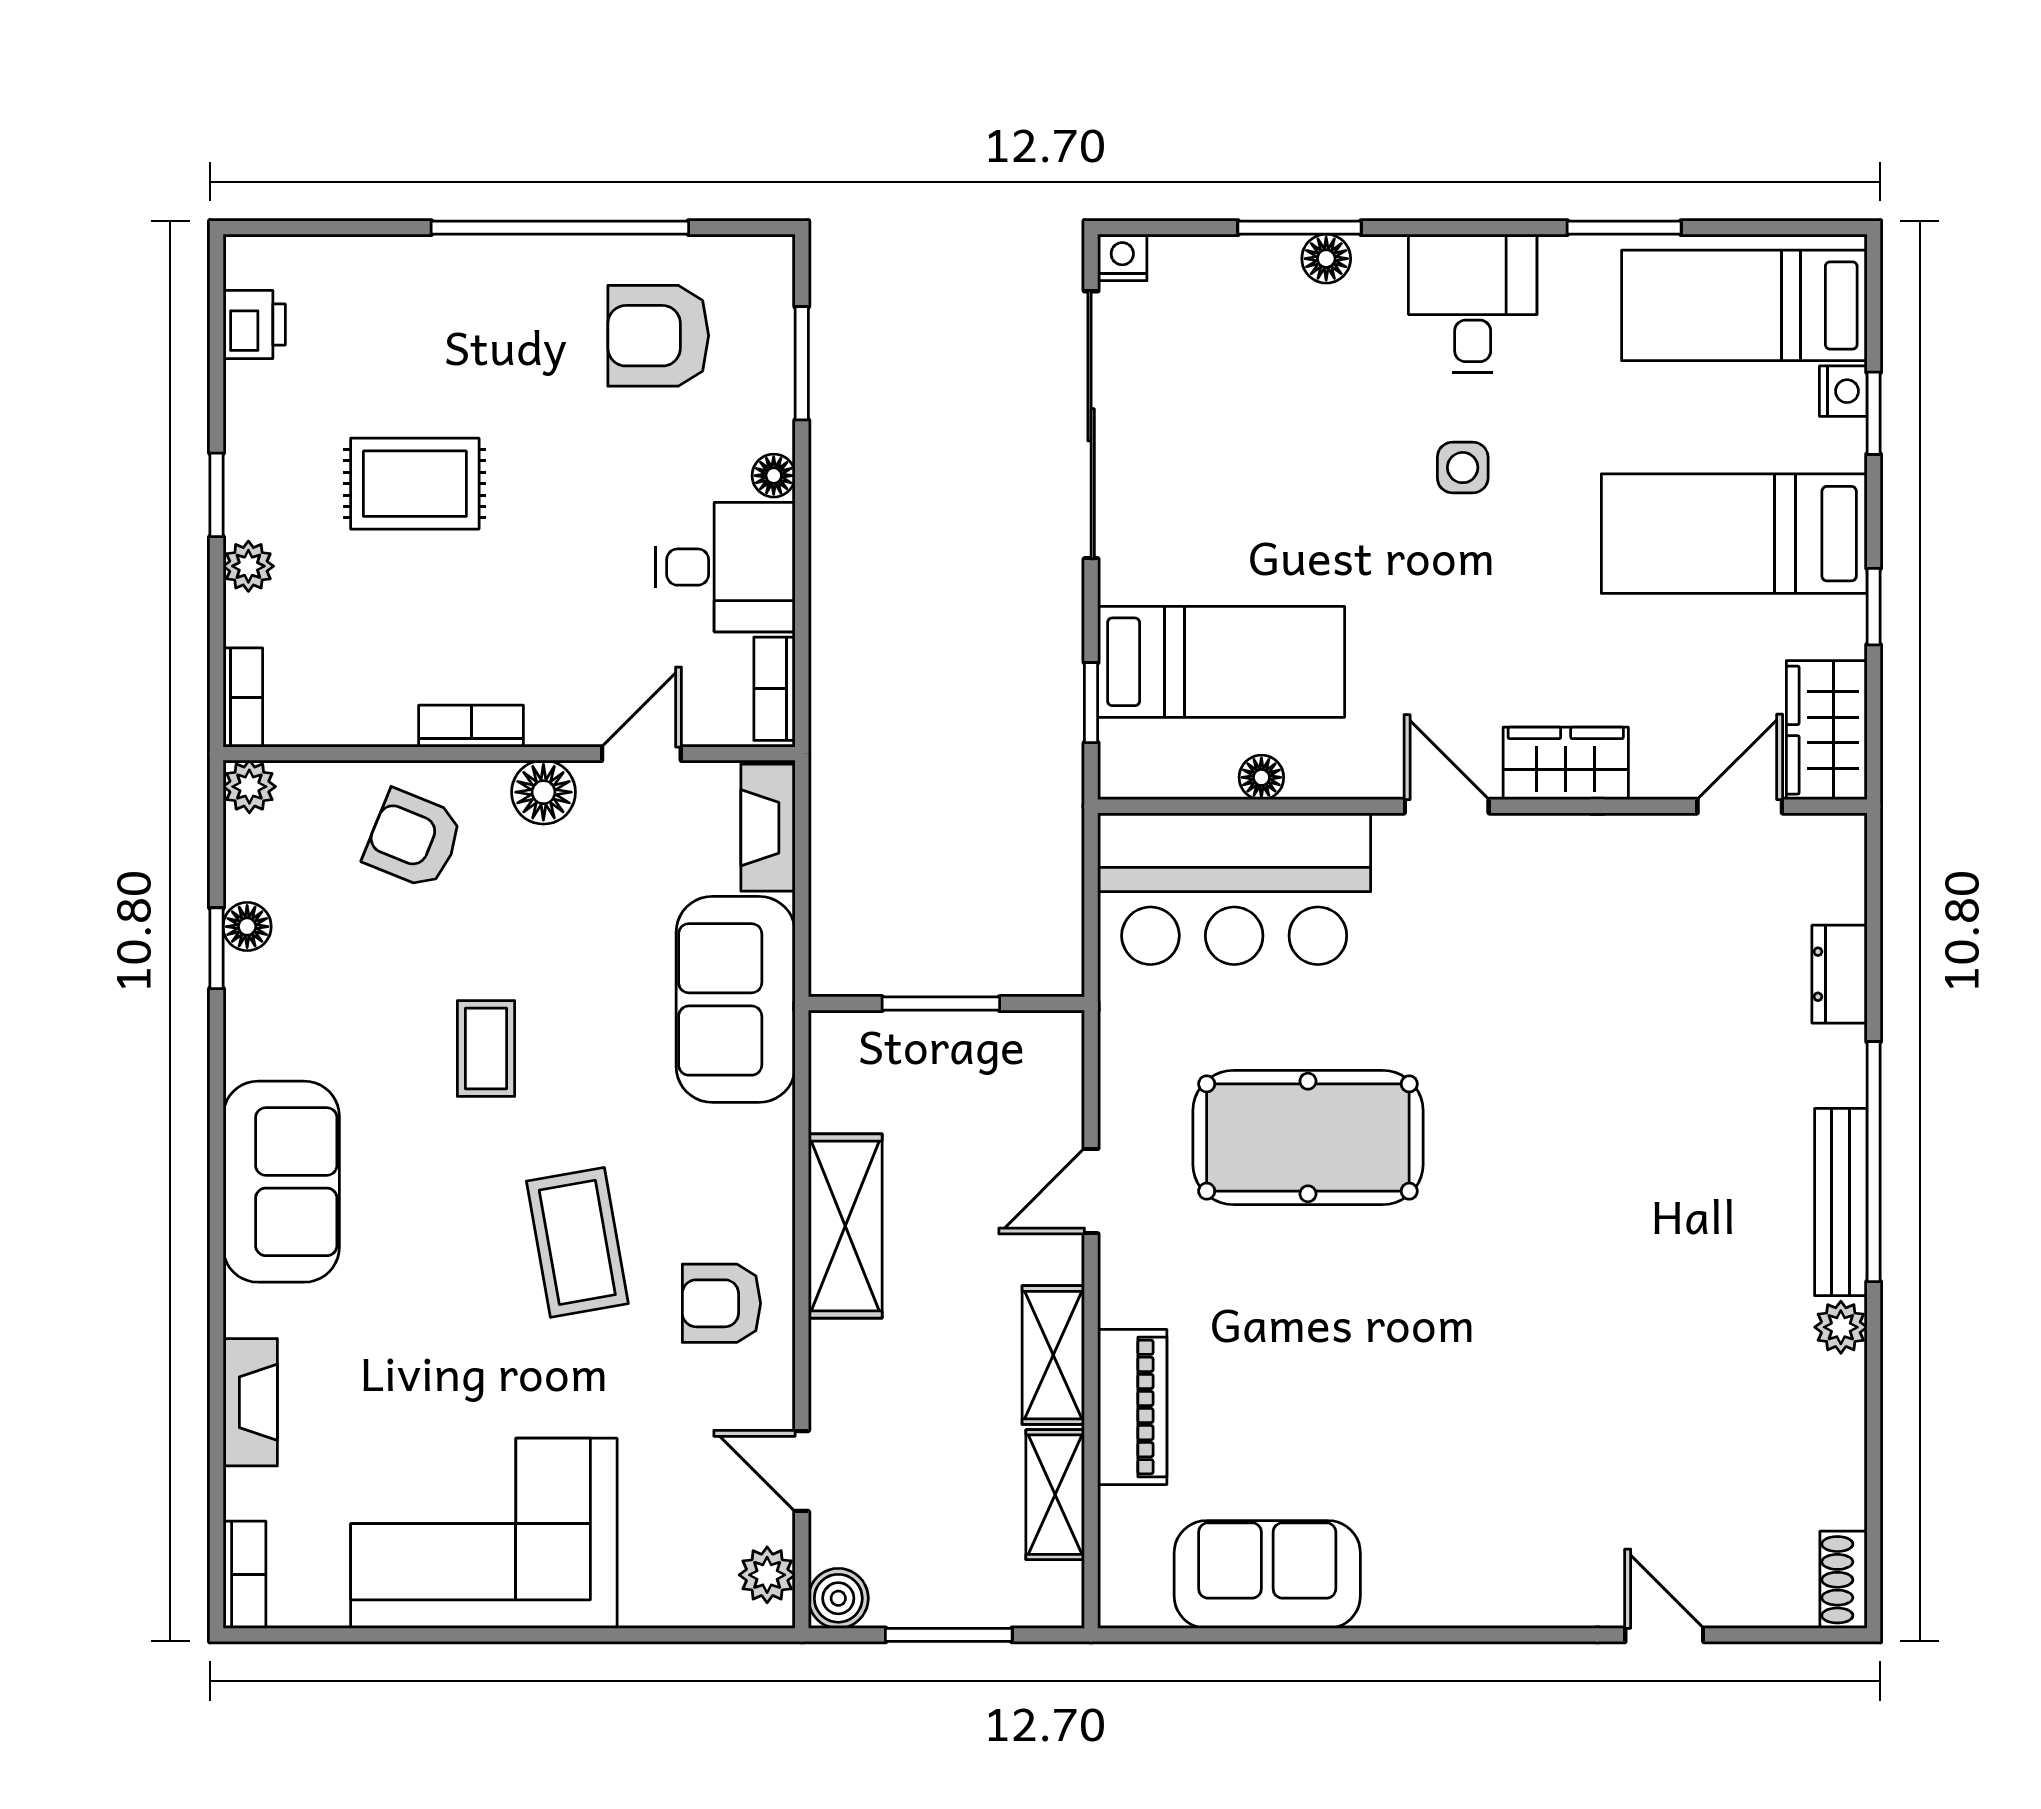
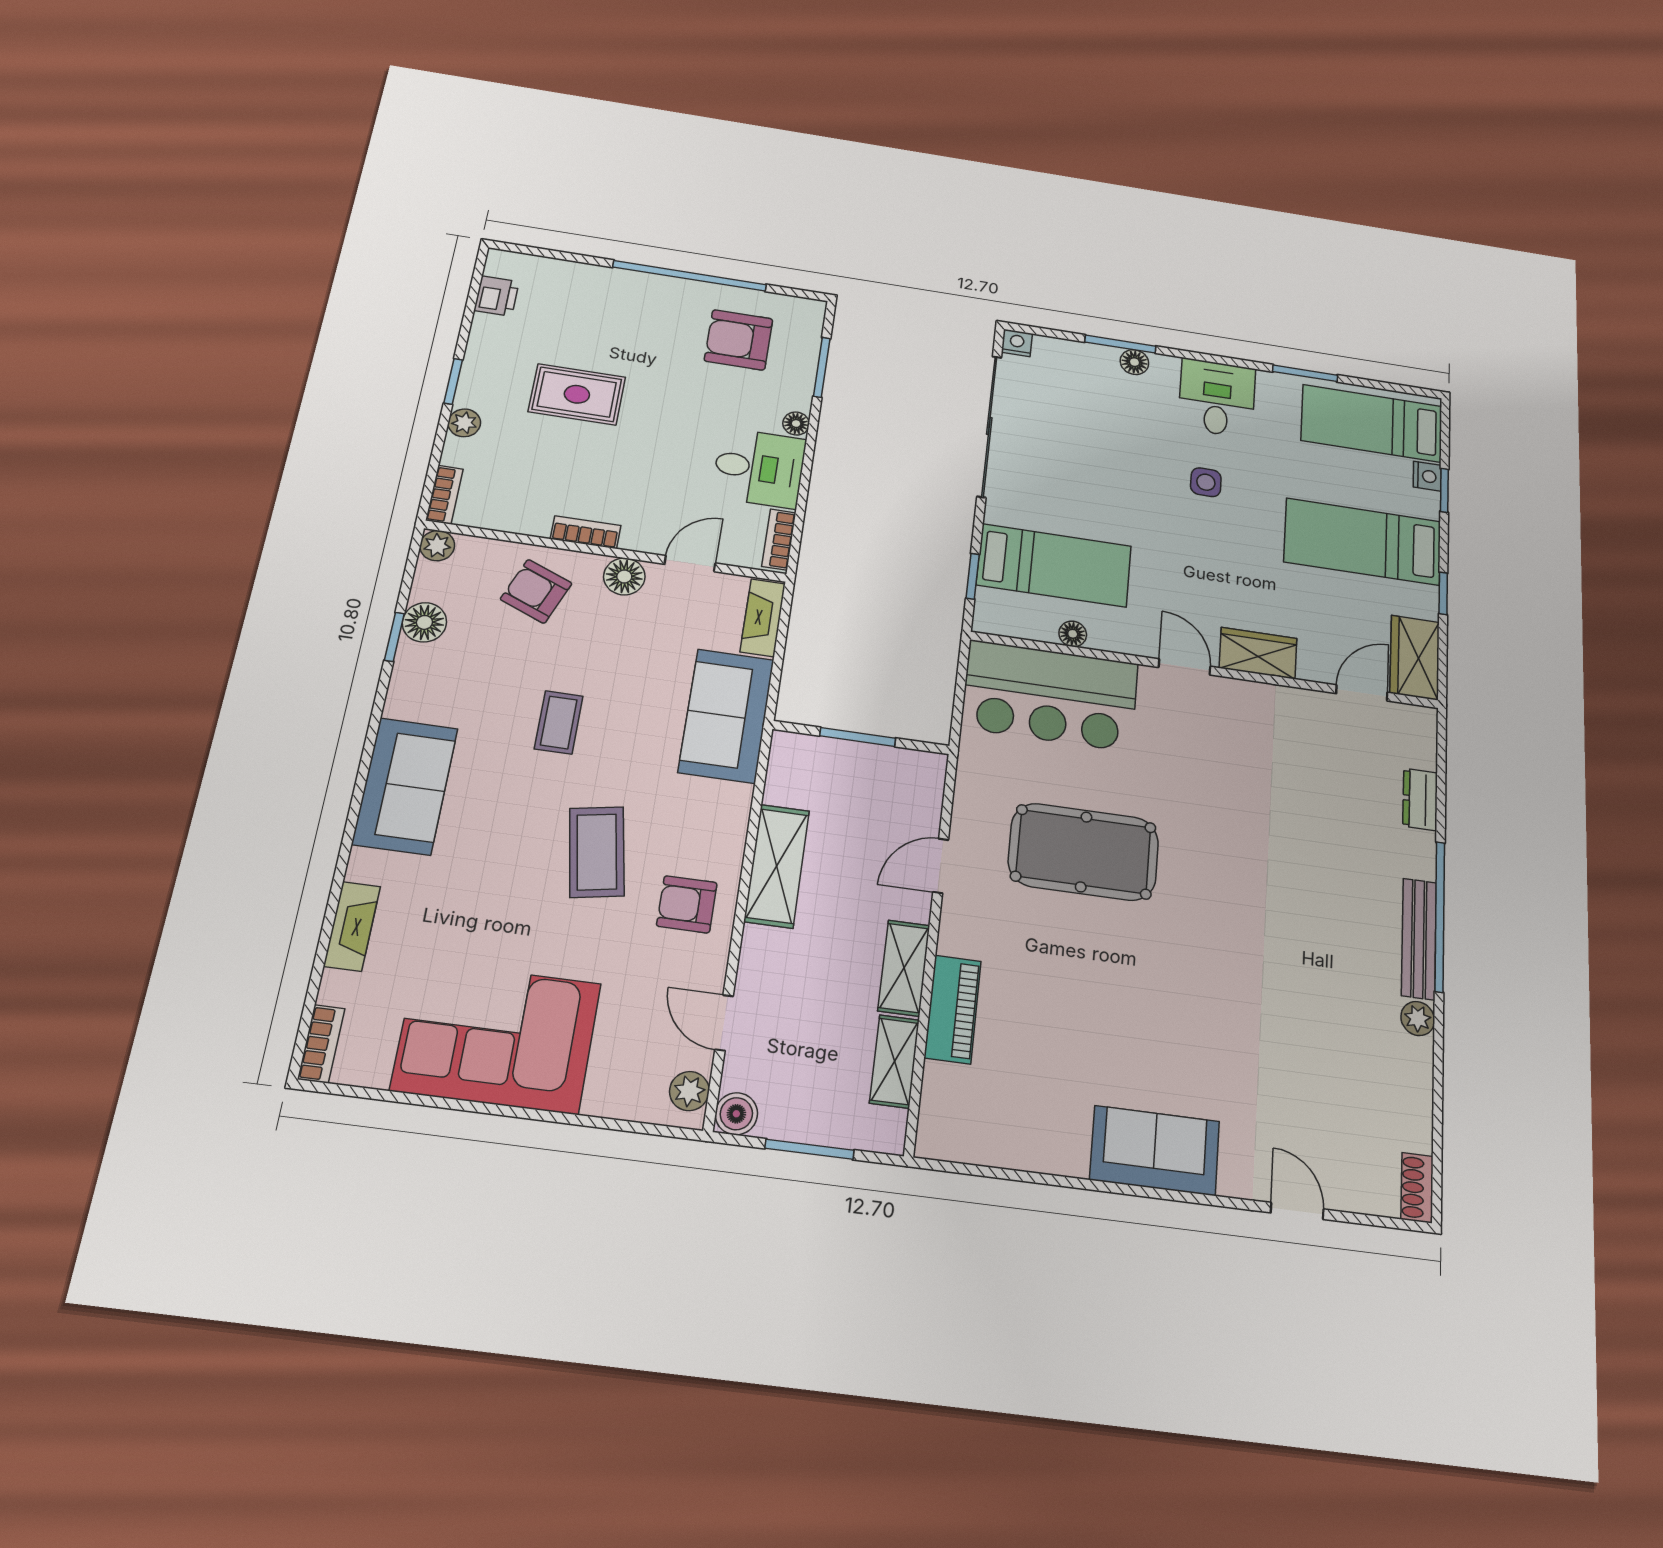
floor lamp: (247, 927) -> (424, 622), width x1.37, depth x1.37
sofa: (1267, 1574) -> (1155, 1150), moved

